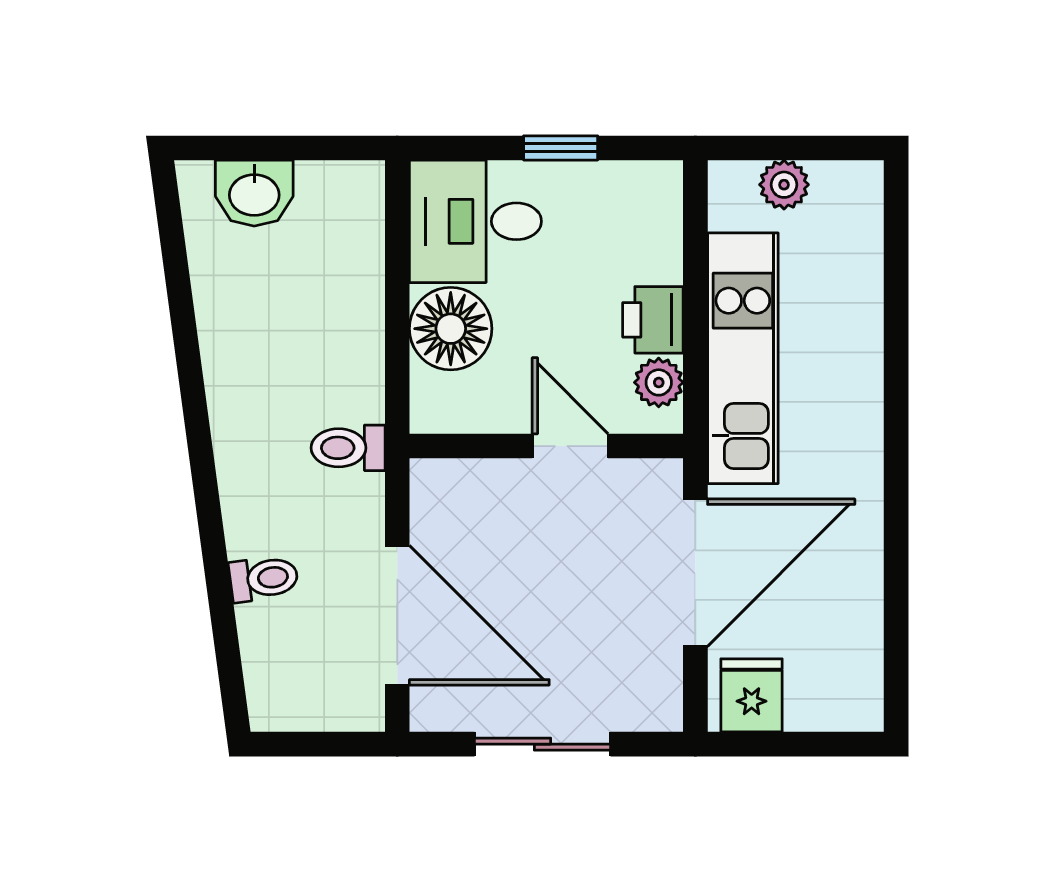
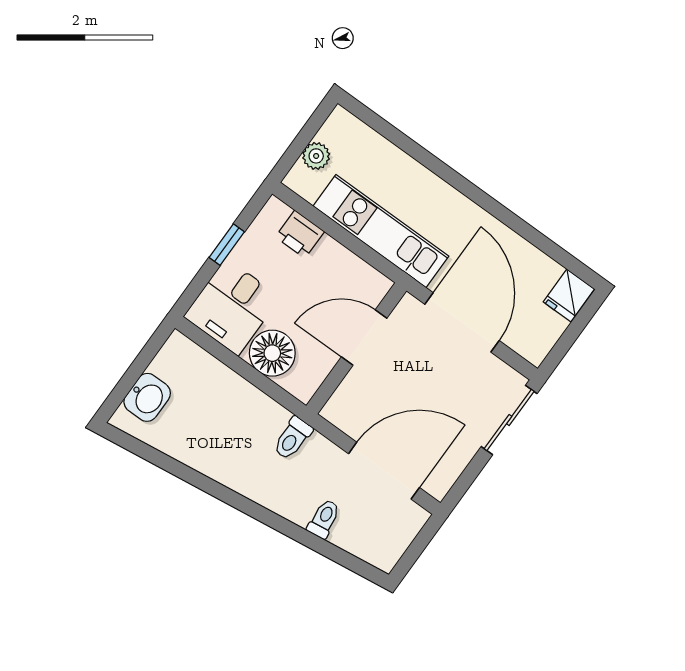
printer: (653, 320) -> (300, 234), moved
plant: (659, 382) -> (364, 277), removed
door: (570, 446) -> (364, 338), width x1.38
fridge: (752, 695) -> (569, 295), moved, turned -90
sliding door: (543, 744) -> (509, 420), moved

